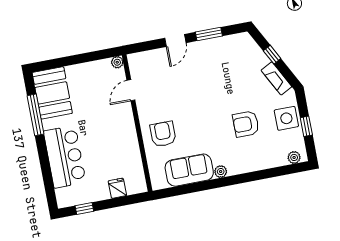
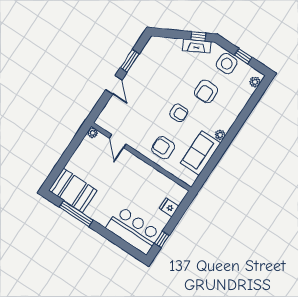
window: (272, 55) -> (198, 36), moved
armchair: (205, 119) -> (179, 113), added
bar counter: (65, 157) -> (133, 230), moved

